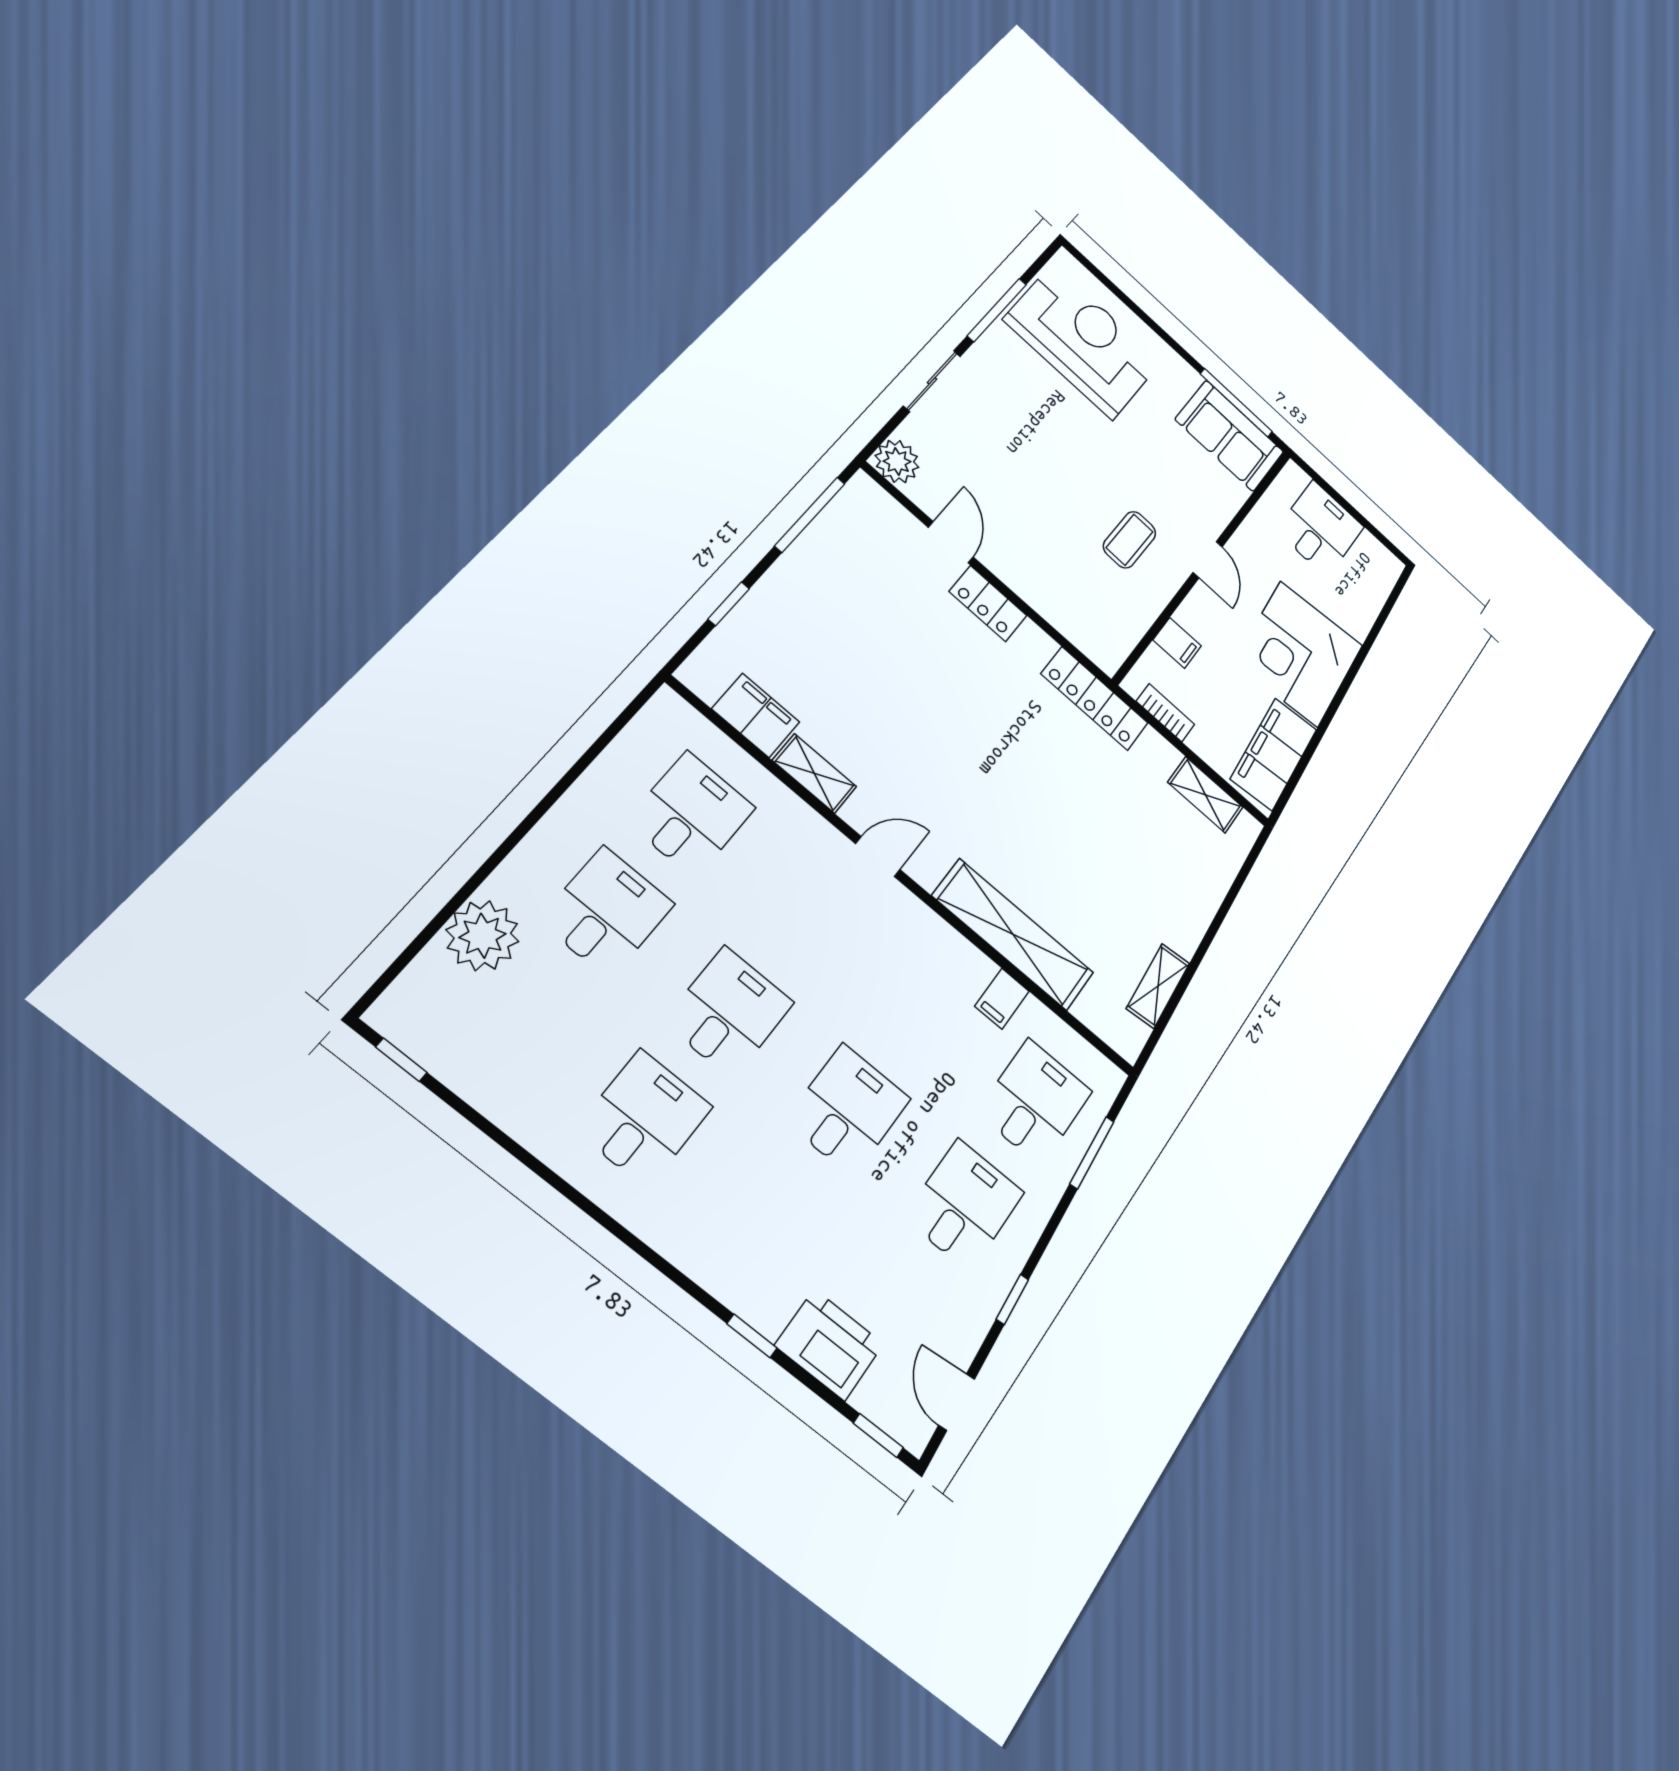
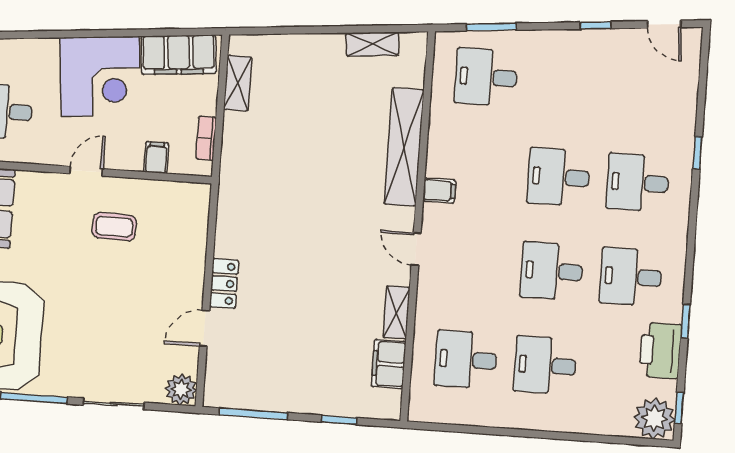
locker: (1095, 699) -> (231, 186), removed
plant: (483, 936) -> (654, 418), moved
filing cabinet: (1002, 999) -> (439, 191), moved
desk: (964, 1205) -> (638, 183), moved
printer: (829, 1345) -> (660, 350), moved
door: (957, 1402) -> (664, 24), hinge flipped
window: (878, 1435) -> (685, 321), moved

